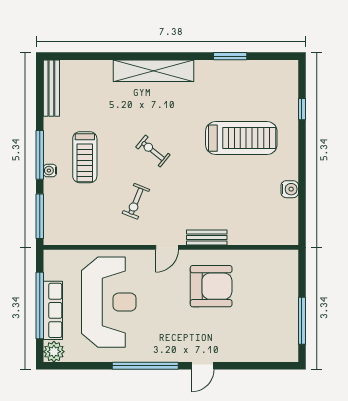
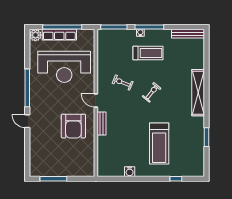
treadmill: (85, 157) -> (148, 53), turned 180

